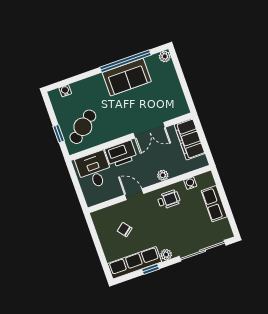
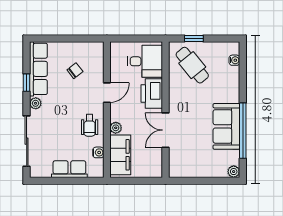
filing cabinet: (190, 139) -> (120, 155), moved, turned 90

